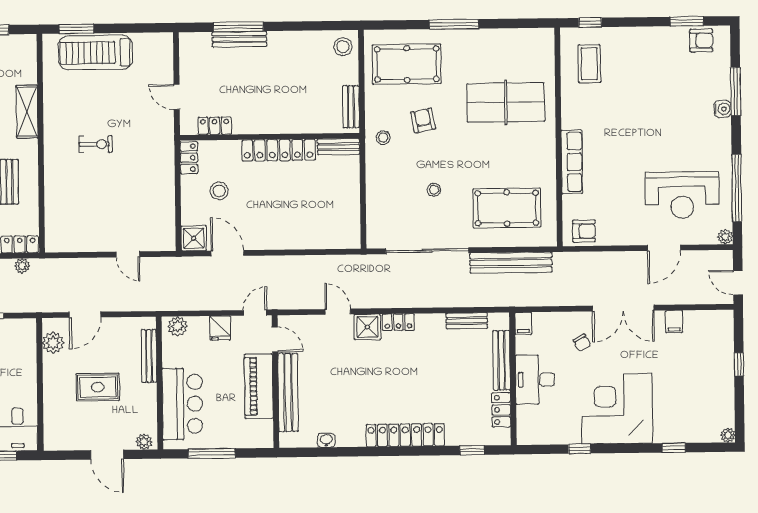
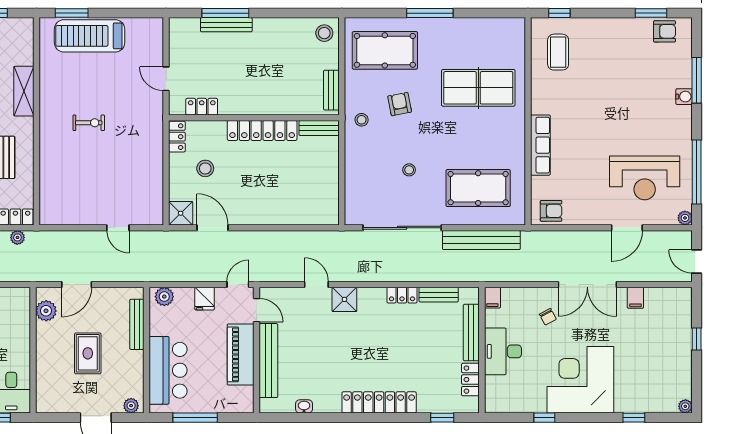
locker: (398, 322) -> (402, 295), moved
rug: (98, 387) -> (88, 353), turned 90

